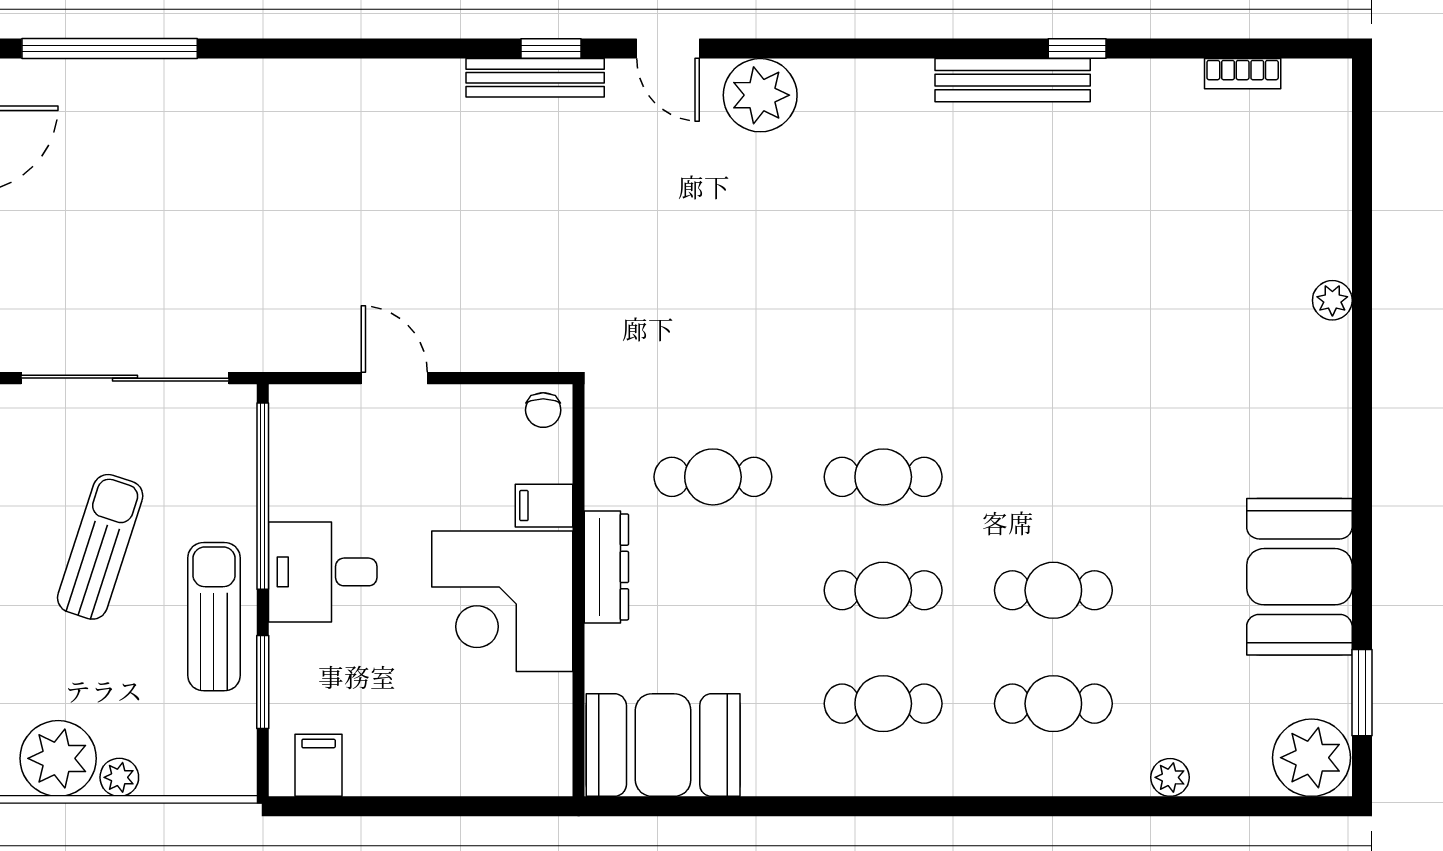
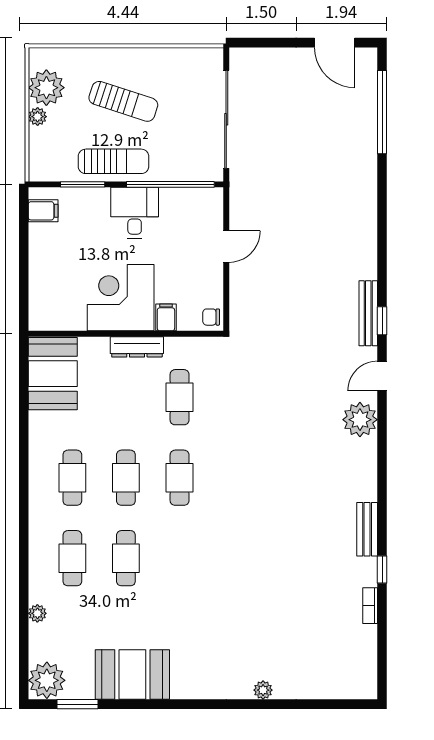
bookcase: (1243, 74) -> (370, 606), moved
bench: (1013, 80) -> (367, 529), width x0.73
sun lounger: (100, 547) -> (123, 101), moved

